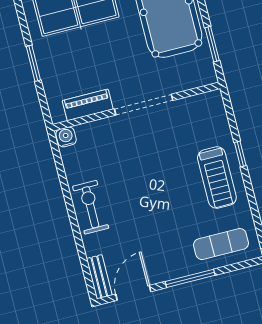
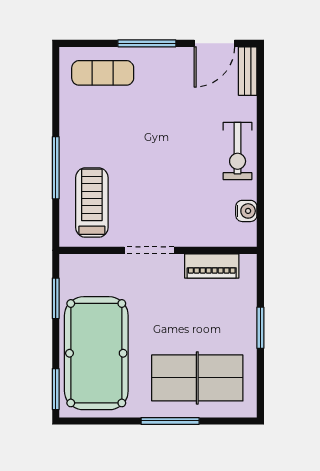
doorway: (144, 105) -> (149, 250), width x0.73
water cooler: (66, 137) -> (246, 211), moved, turned -90
window: (240, 154) -> (56, 168), width x2.17
treadmill: (217, 178) -> (92, 203), moved

